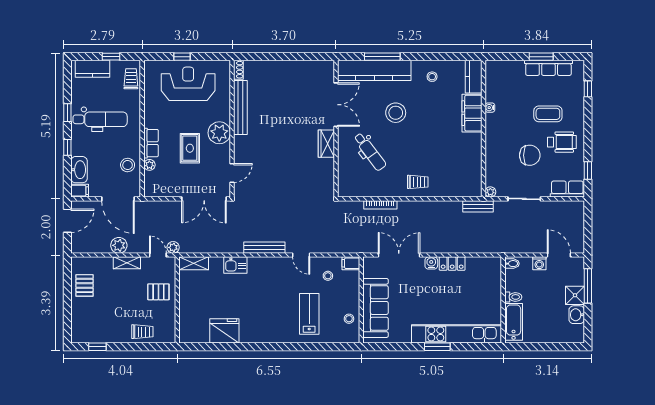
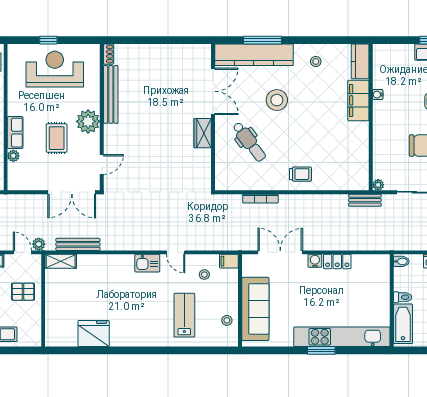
bench: (264, 248) -> (78, 244), moved
kitchen sink: (235, 265) -> (147, 263), moved

